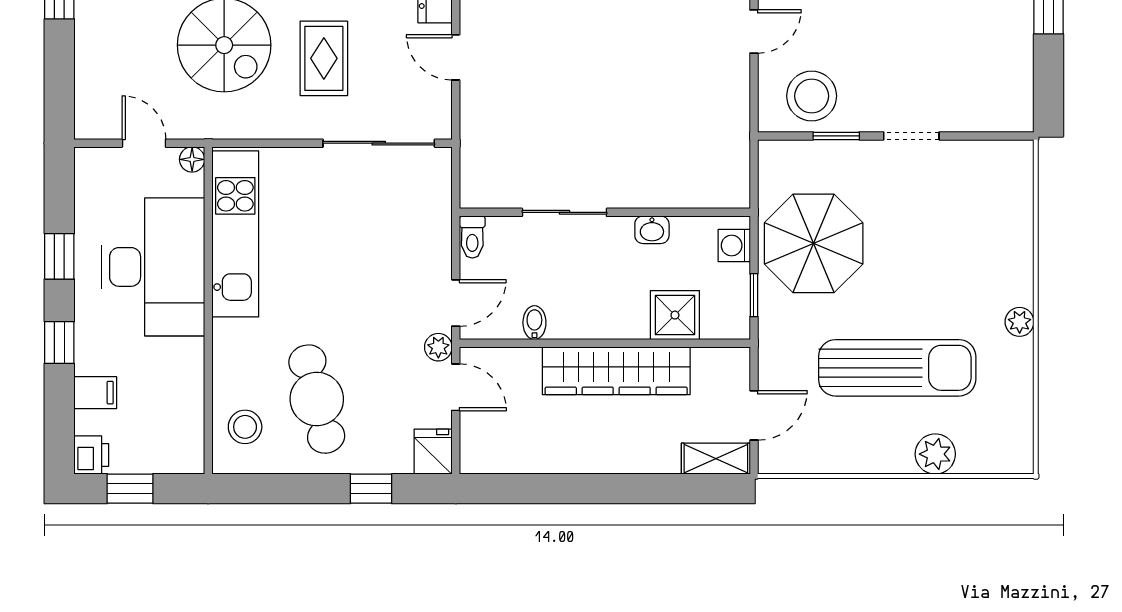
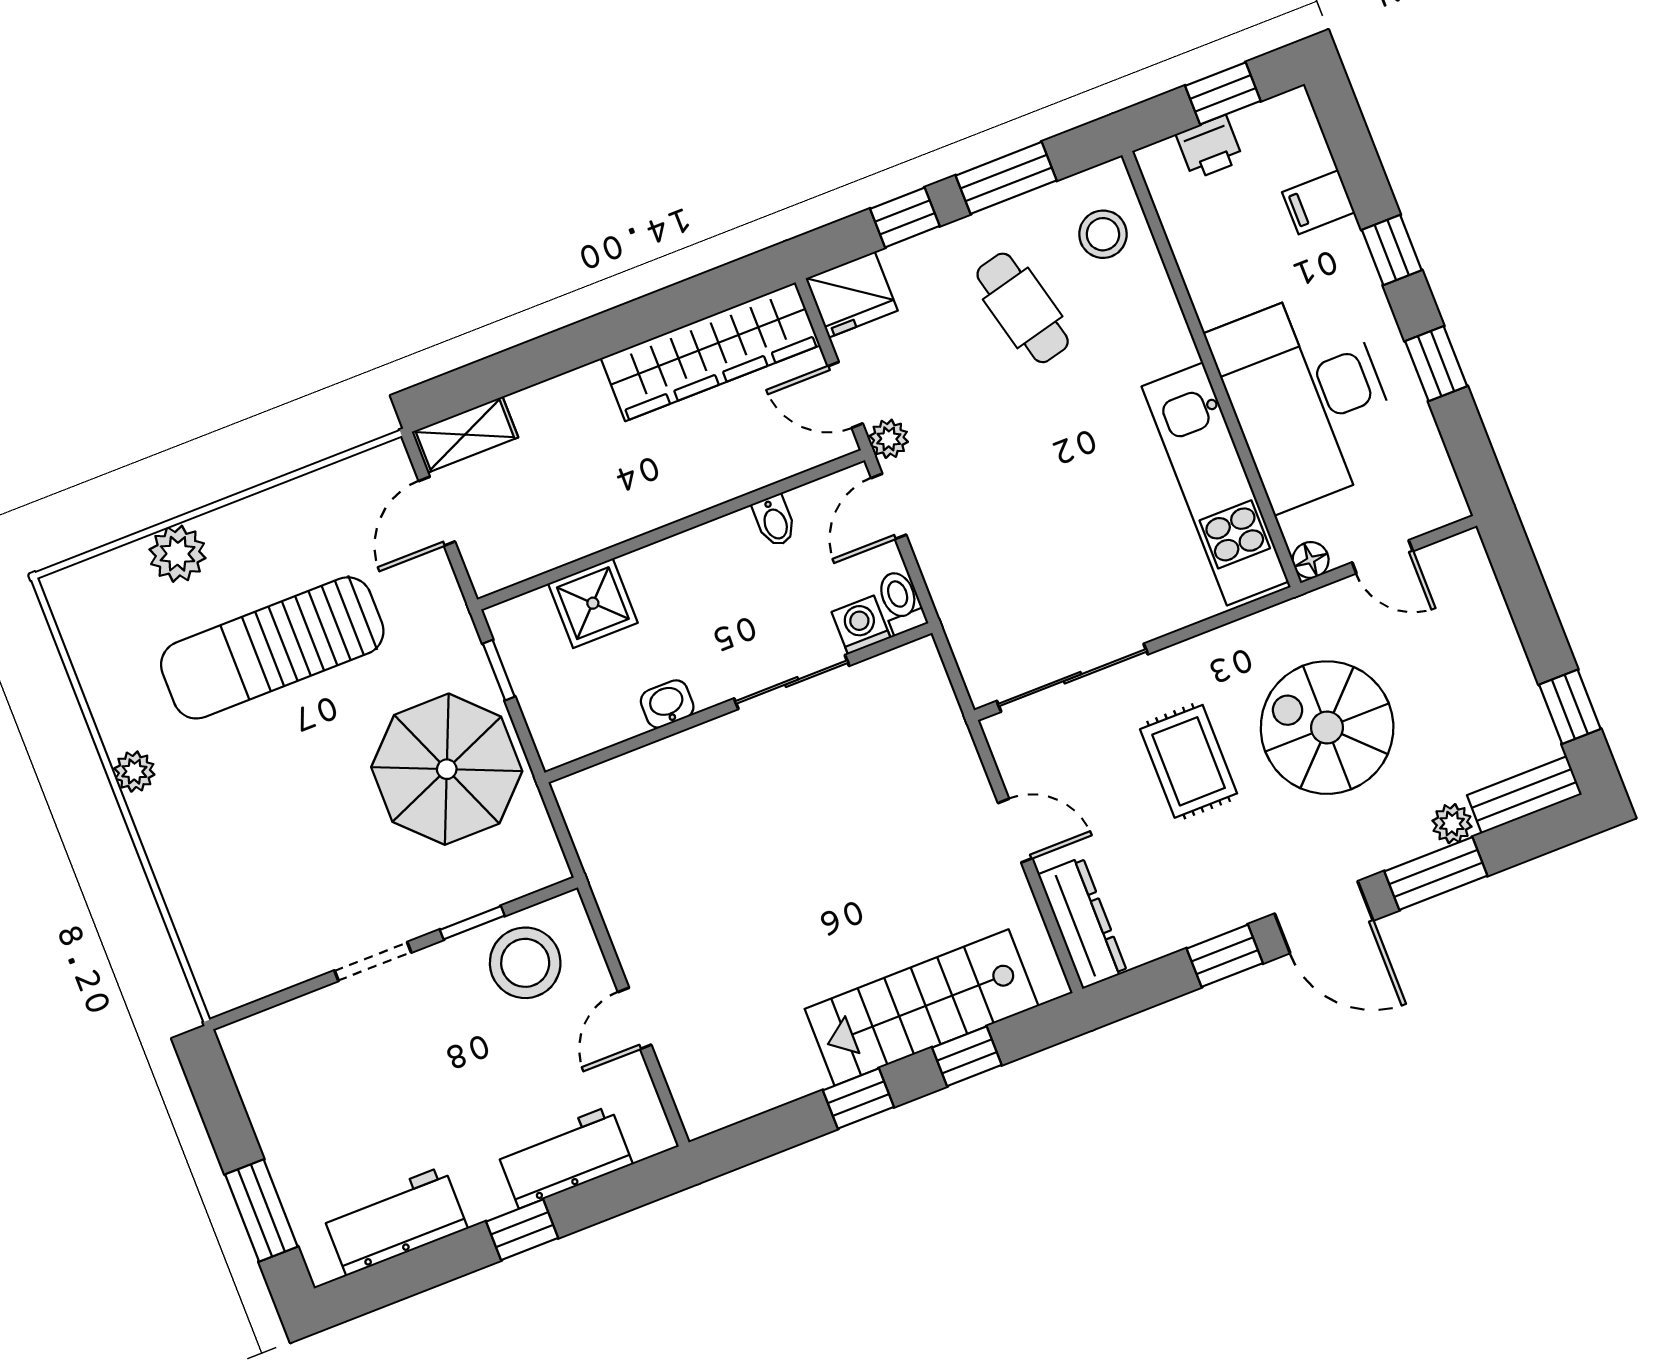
washing machine: (734, 246) -> (861, 625), moved, turned -90
wardrobe: (616, 371) -> (710, 352), moved, turned 180
cafe table: (317, 399) -> (1023, 308), width x0.73, depth x0.74
fridge: (433, 452) -> (852, 294), width x1.38
printer: (91, 455) -> (1210, 147), moved, turned -90
window: (294, 489) -> (1006, 178), added

